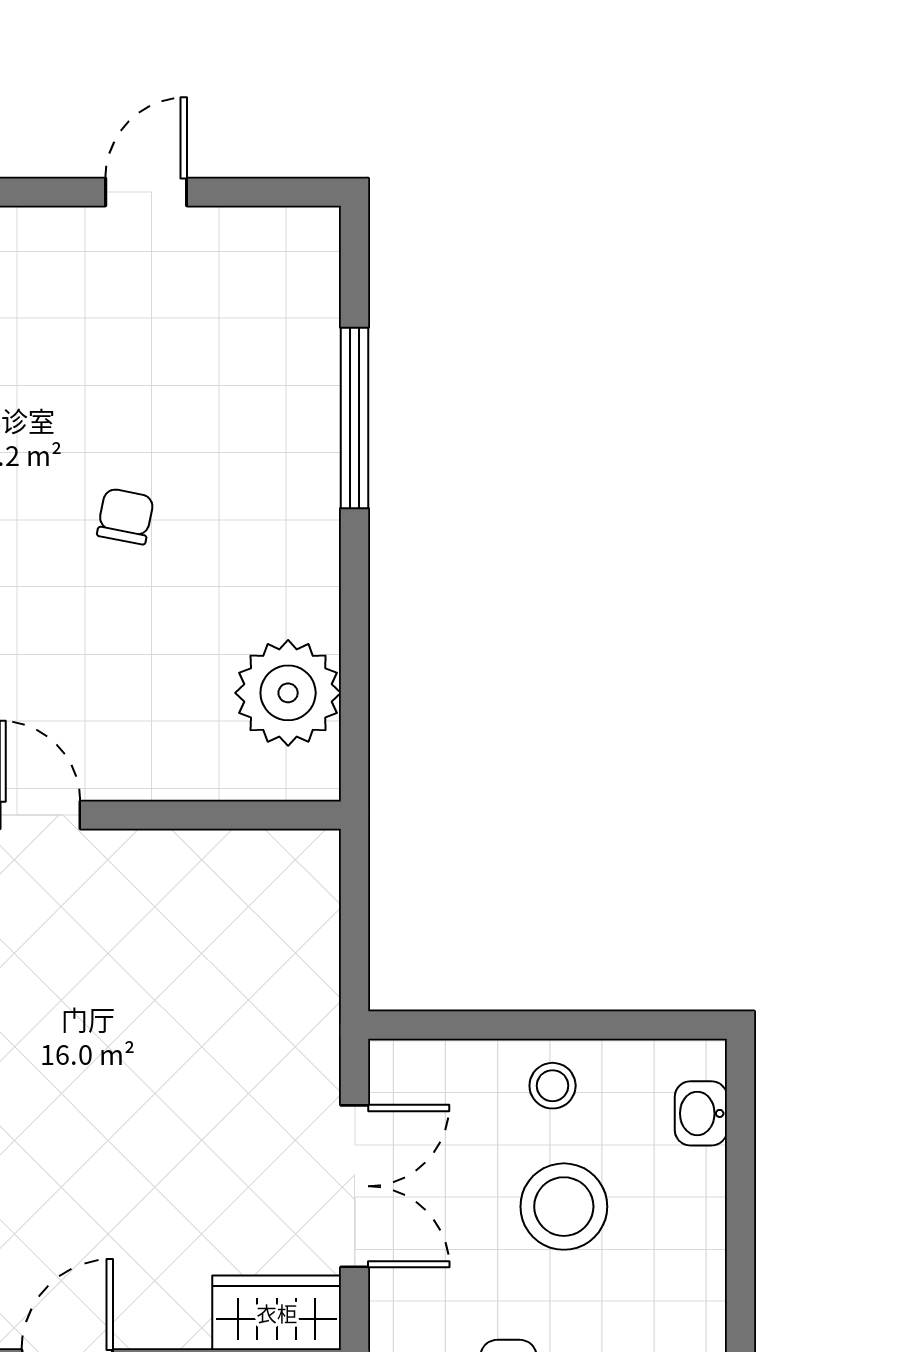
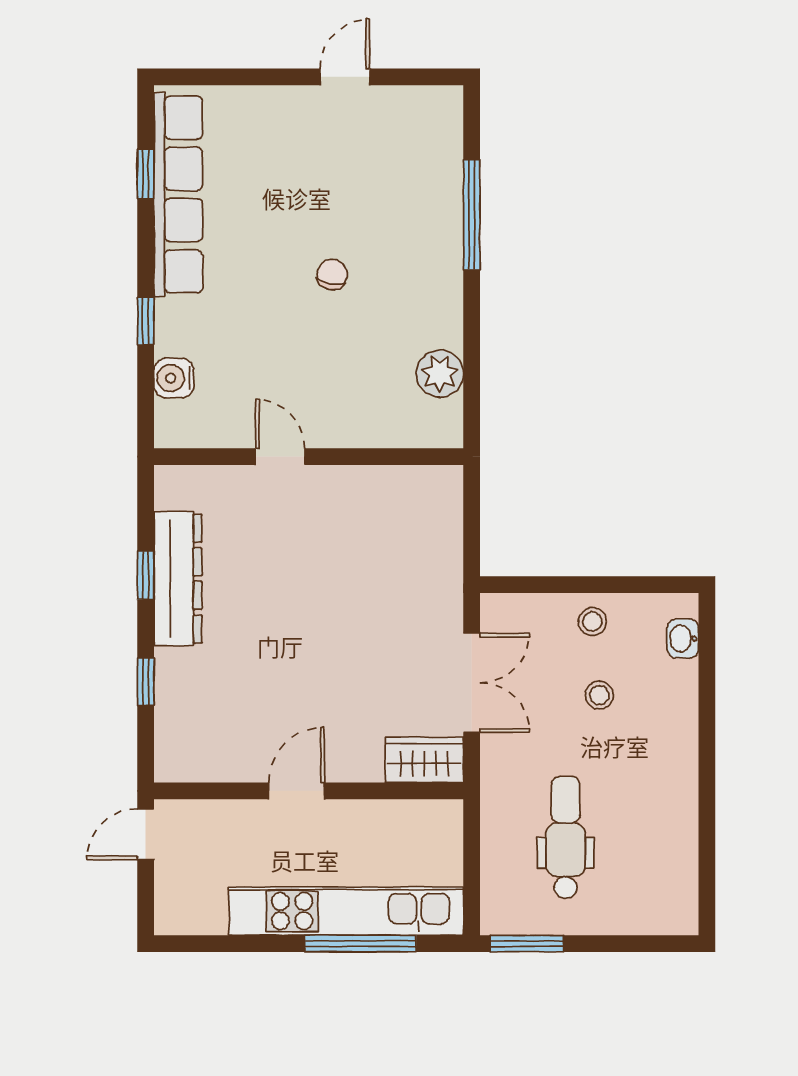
plant: (288, 693) -> (440, 374), width x0.73, depth x0.73
stool: (564, 1207) -> (599, 695), width x0.53, depth x0.53

